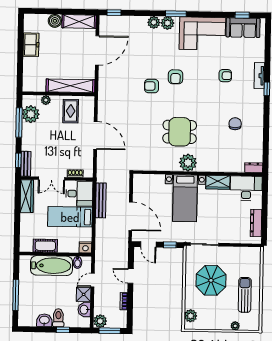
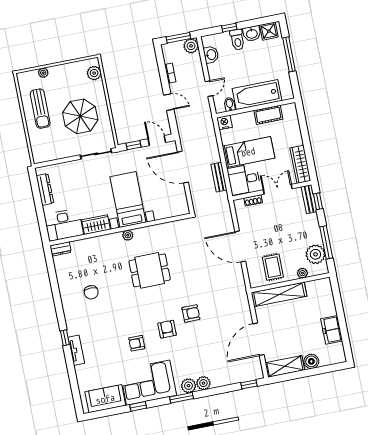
window: (242, 15) -> (138, 406), moved
armchair: (225, 76) -> (137, 343), moved
plant: (188, 163) -> (128, 235), width x0.53, depth x0.53
bench: (101, 200) -> (219, 177), width x0.73
shower: (84, 294) -> (269, 31), moved

